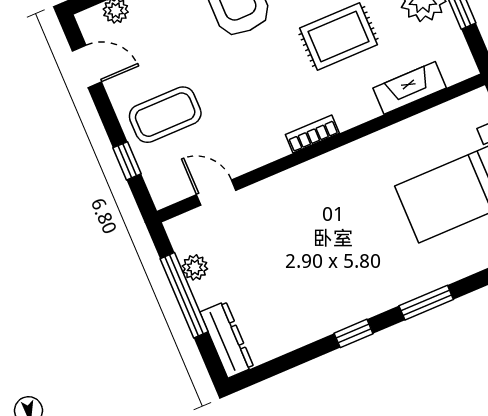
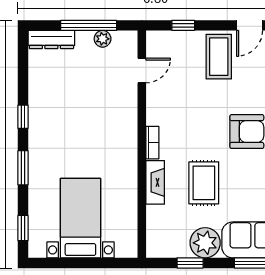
fireplace: (410, 88) -> (155, 182), moved
coffee table: (165, 115) -> (219, 57), moved

